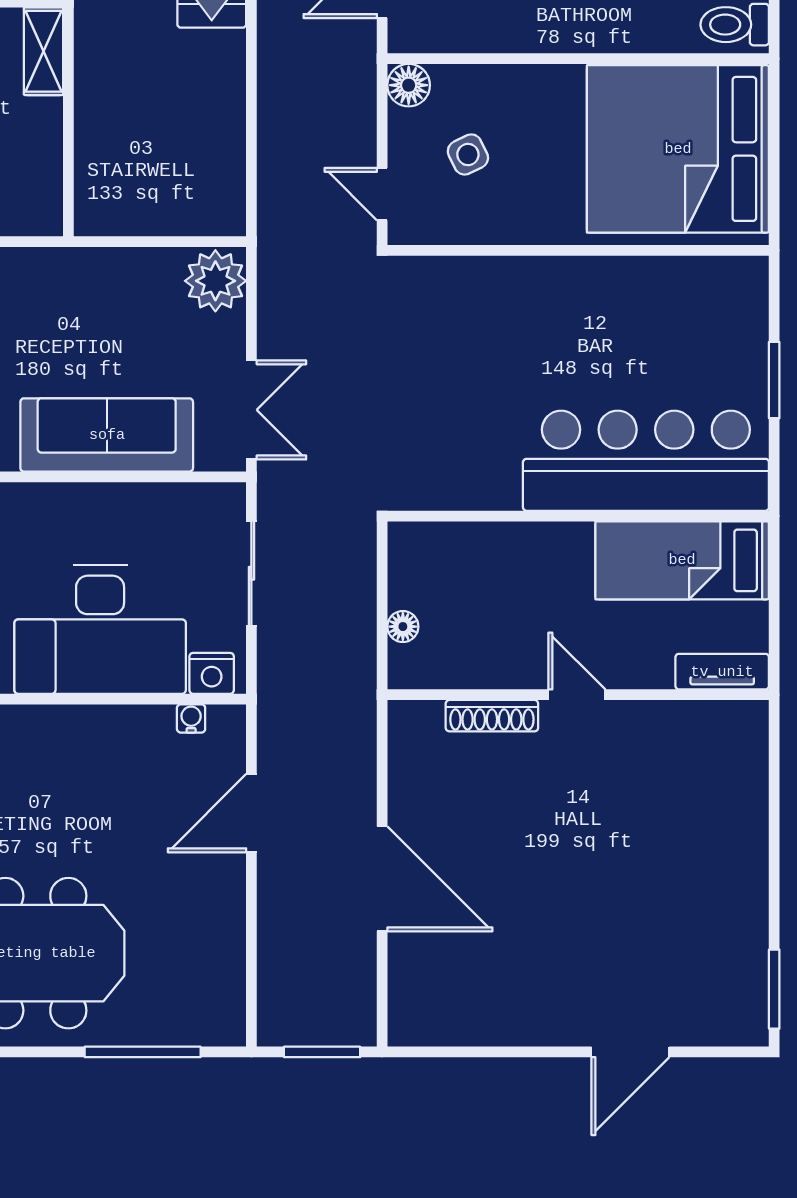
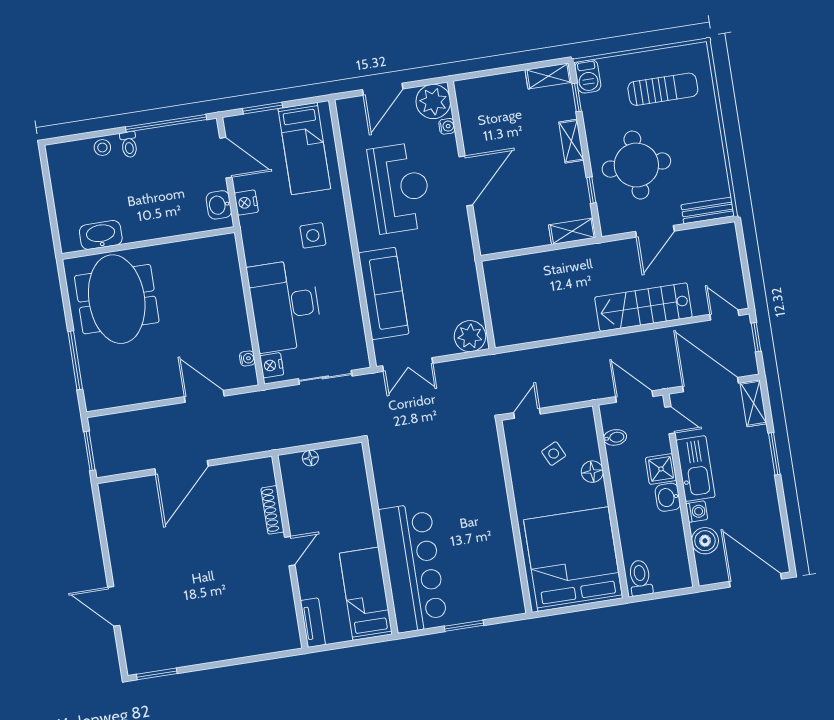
bidet: (455, 31) -> (615, 437), added
floor lamp: (409, 85) -> (592, 472), moved

